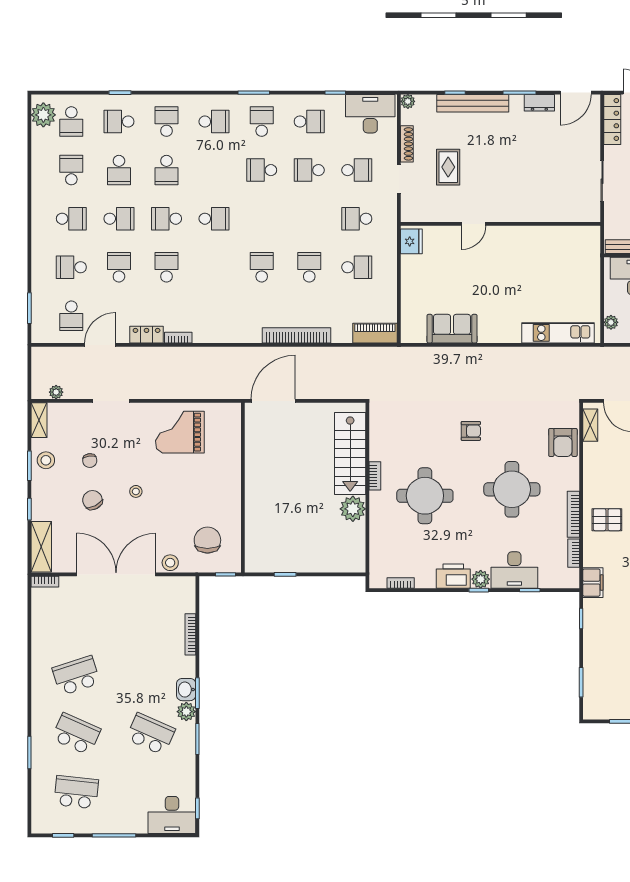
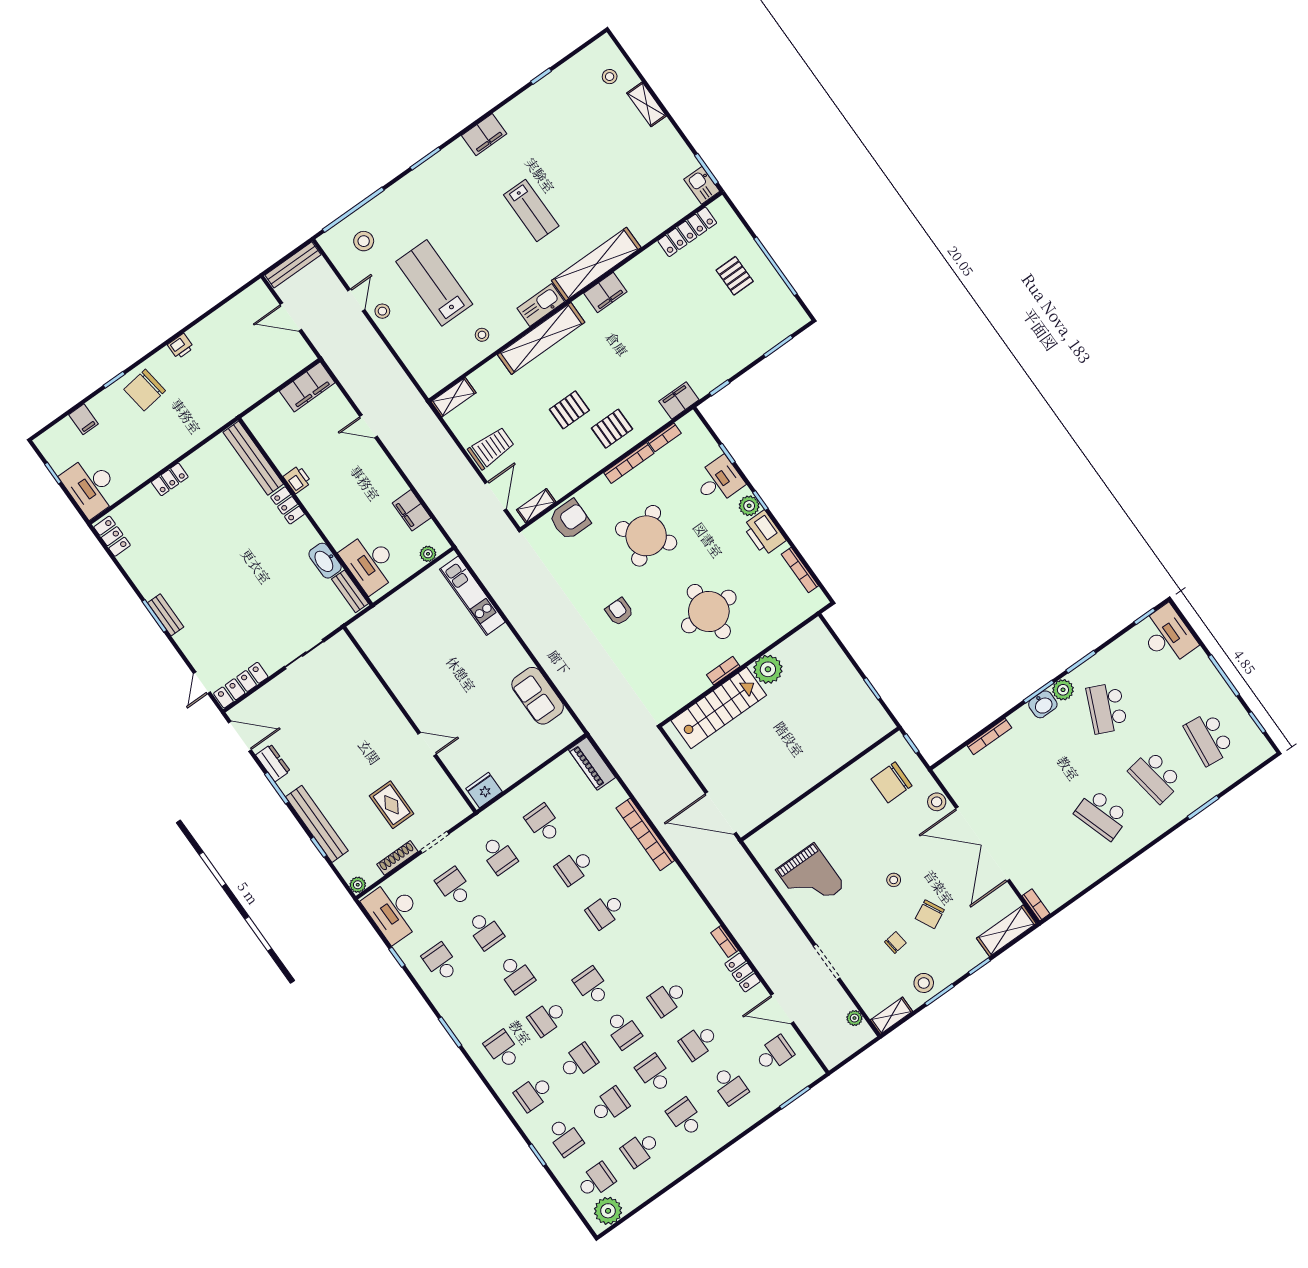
school desk: (262, 122) -> (547, 1018), moved
rug: (448, 167) -> (392, 805), turned 90
round table: (512, 489) -> (646, 536), turned -38
pallet: (607, 520) -> (612, 429), turned 90
desk: (514, 570) -> (719, 481), width x0.73
bookcase: (401, 583) -> (800, 570), width x1.56
school desk: (76, 734) -> (1155, 776), turned -33

